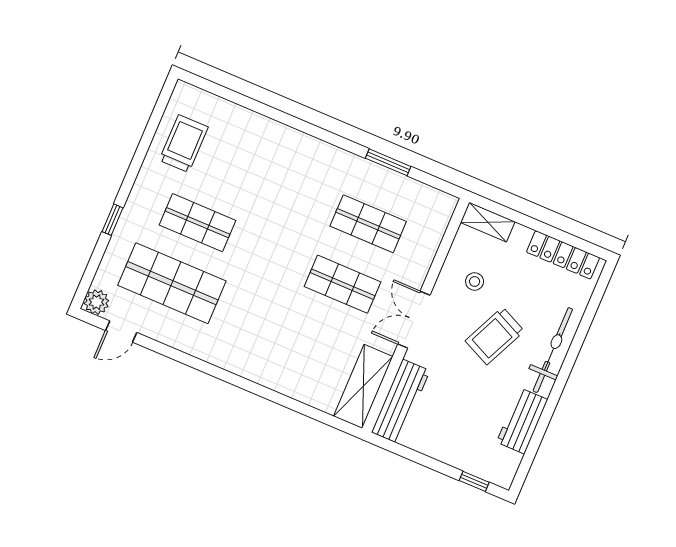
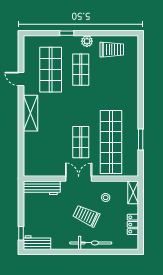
shop shelf: (368, 224) -> (111, 142), width x2.00, depth x1.36
locker: (563, 255) -> (133, 224), width x0.66
plant: (96, 302) -> (87, 41), moved
door: (121, 332) -> (21, 79), moved
shelving: (363, 386) -> (30, 113), moved, turned 90
workbench: (522, 421) -> (37, 243), moved

